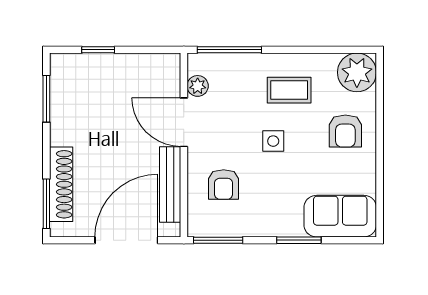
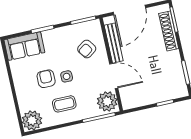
plant: (198, 86) -> (107, 101), width x1.88, depth x1.88
armchair: (345, 131) -> (46, 79), moved
armchair: (224, 185) -> (87, 49), turned -125

